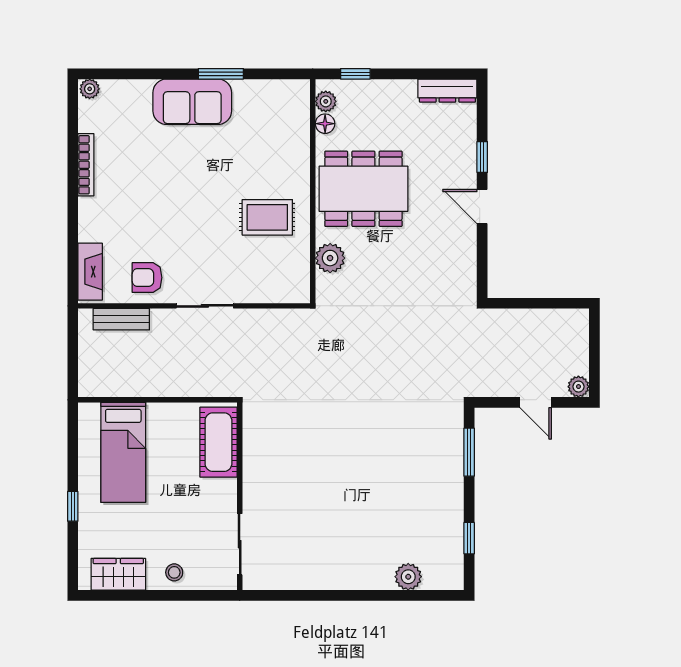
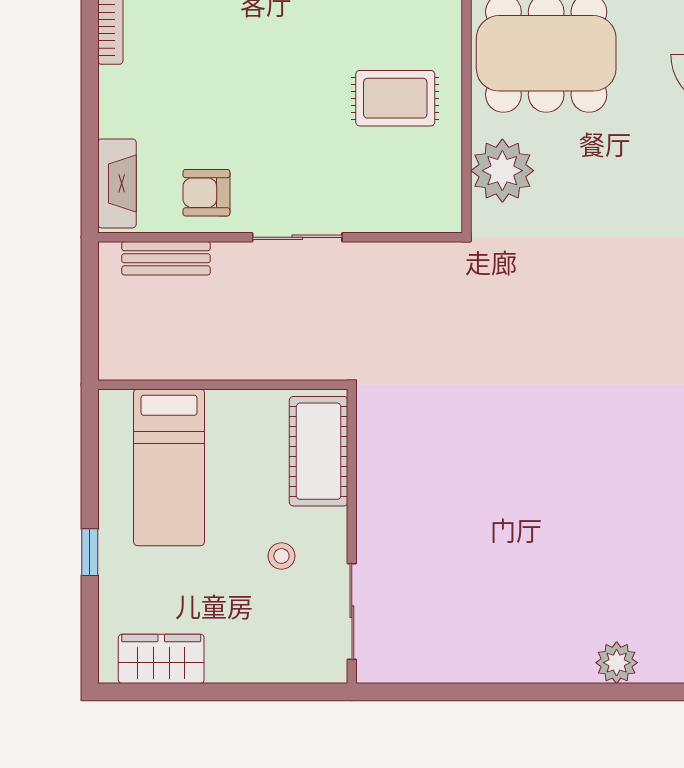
plant: (330, 258) -> (502, 171), width x1.36, depth x1.36
stool: (174, 572) -> (281, 556), moved

